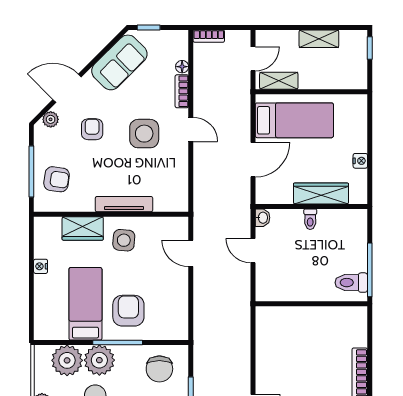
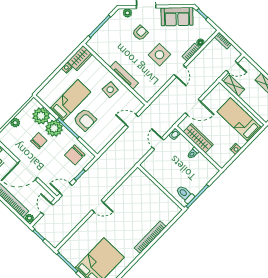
bed: (294, 120) -> (239, 120), moved, turned 180
armchair: (57, 179) -> (107, 39), removed
wardrobe: (321, 194) -> (198, 138), moved
wardrobe: (83, 228) -> (80, 58), moved, turned -90
door: (191, 253) -> (132, 121), hinge flipped
armchair: (128, 311) -> (85, 120), turned 90

